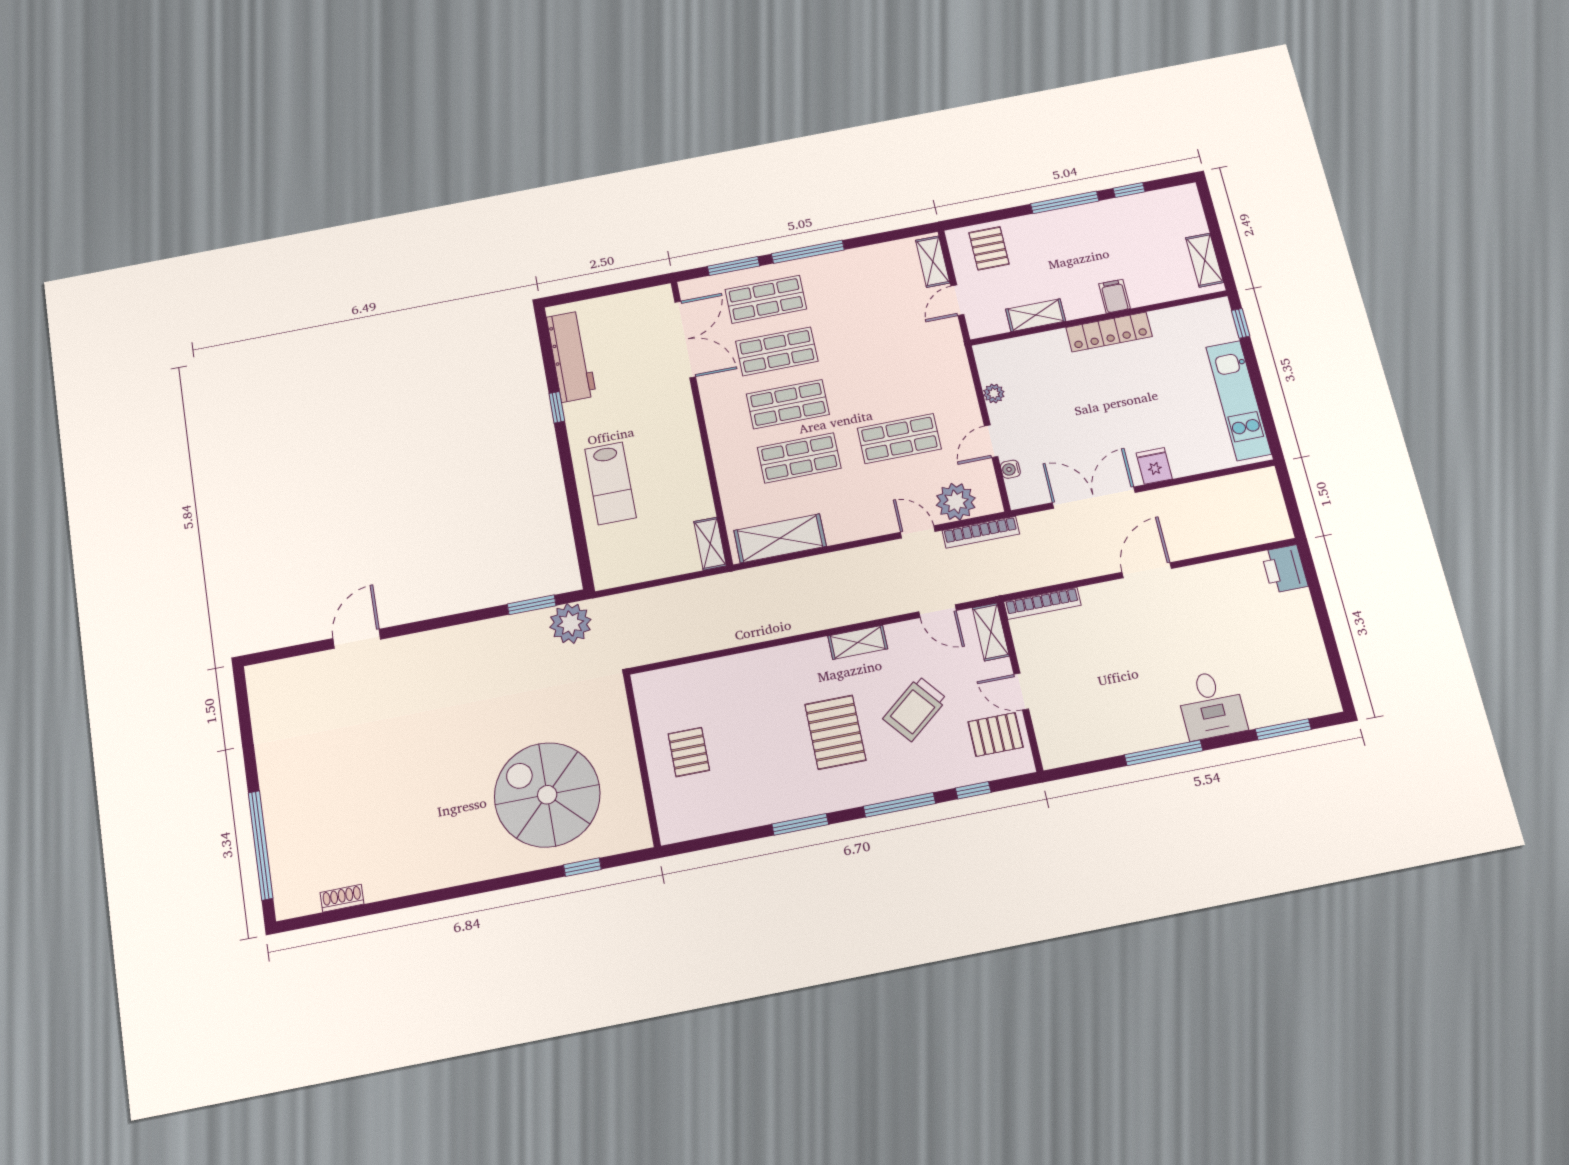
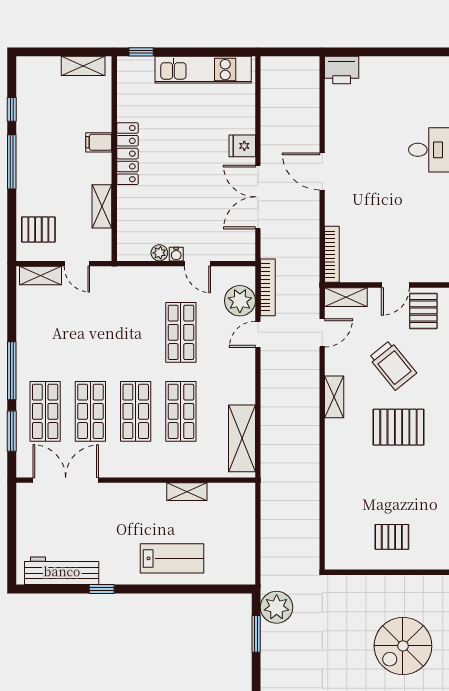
water cooler: (1010, 469) -> (176, 254), moved
shelving: (710, 544) -> (187, 492), moved
spiral stairs: (547, 795) -> (403, 646), width x0.73, depth x0.73

